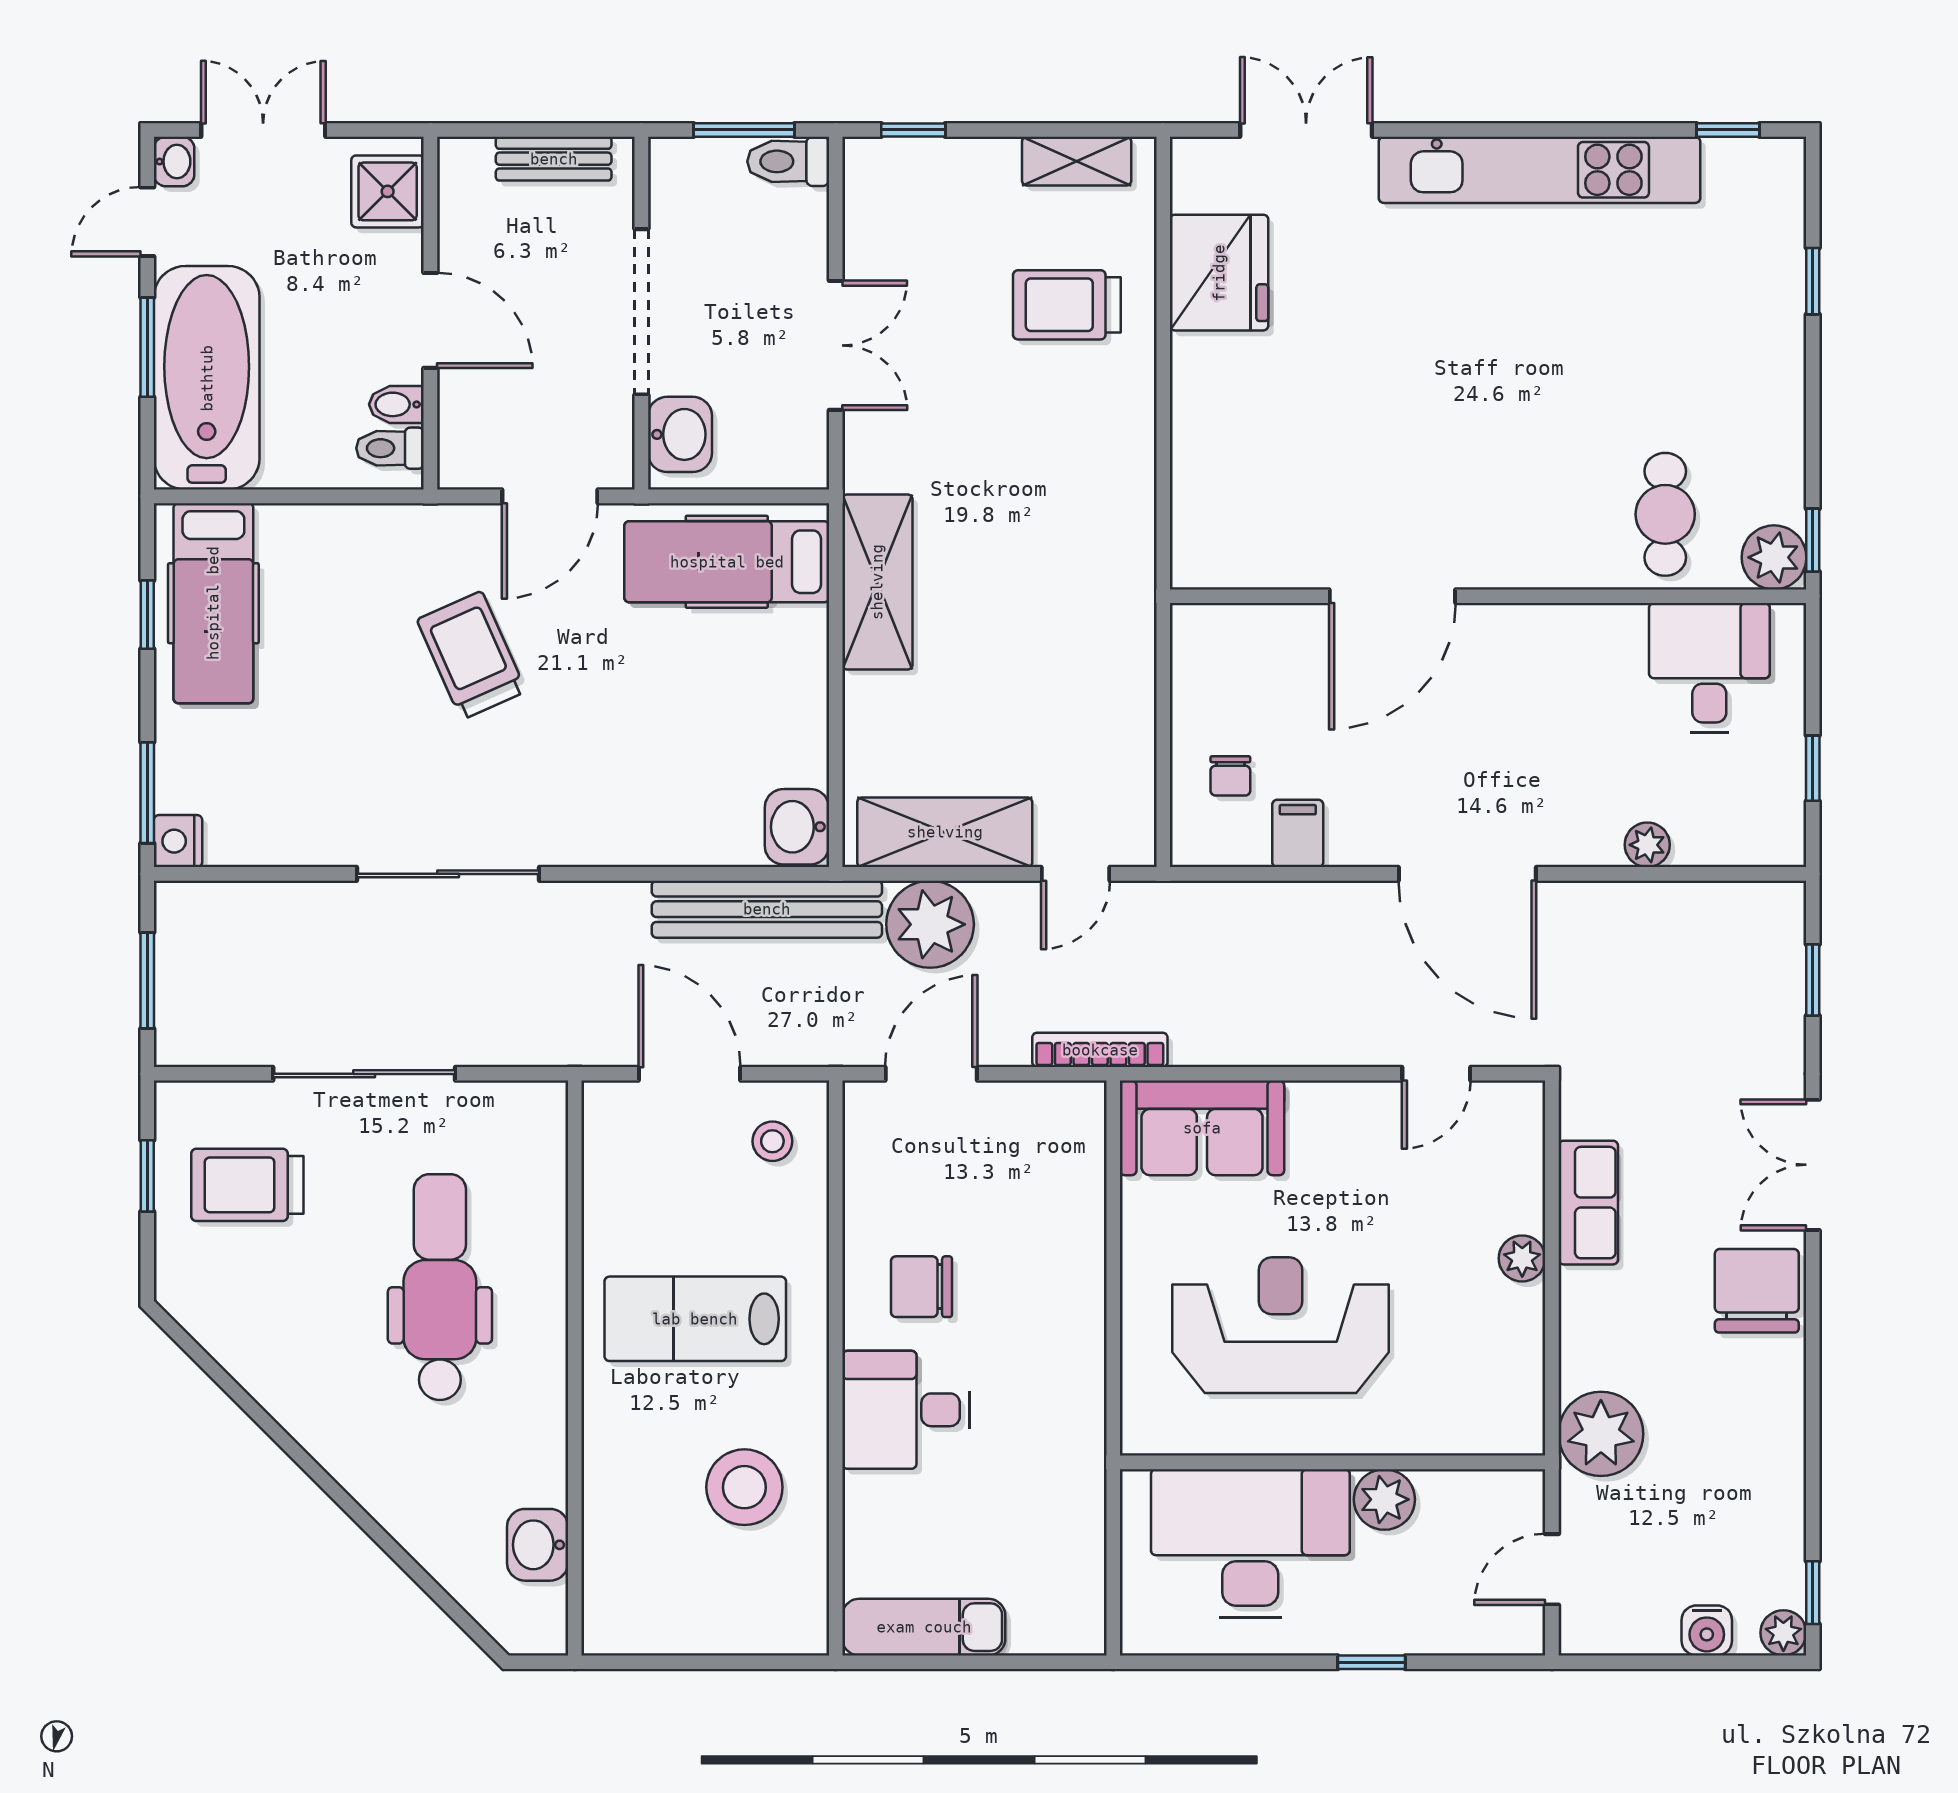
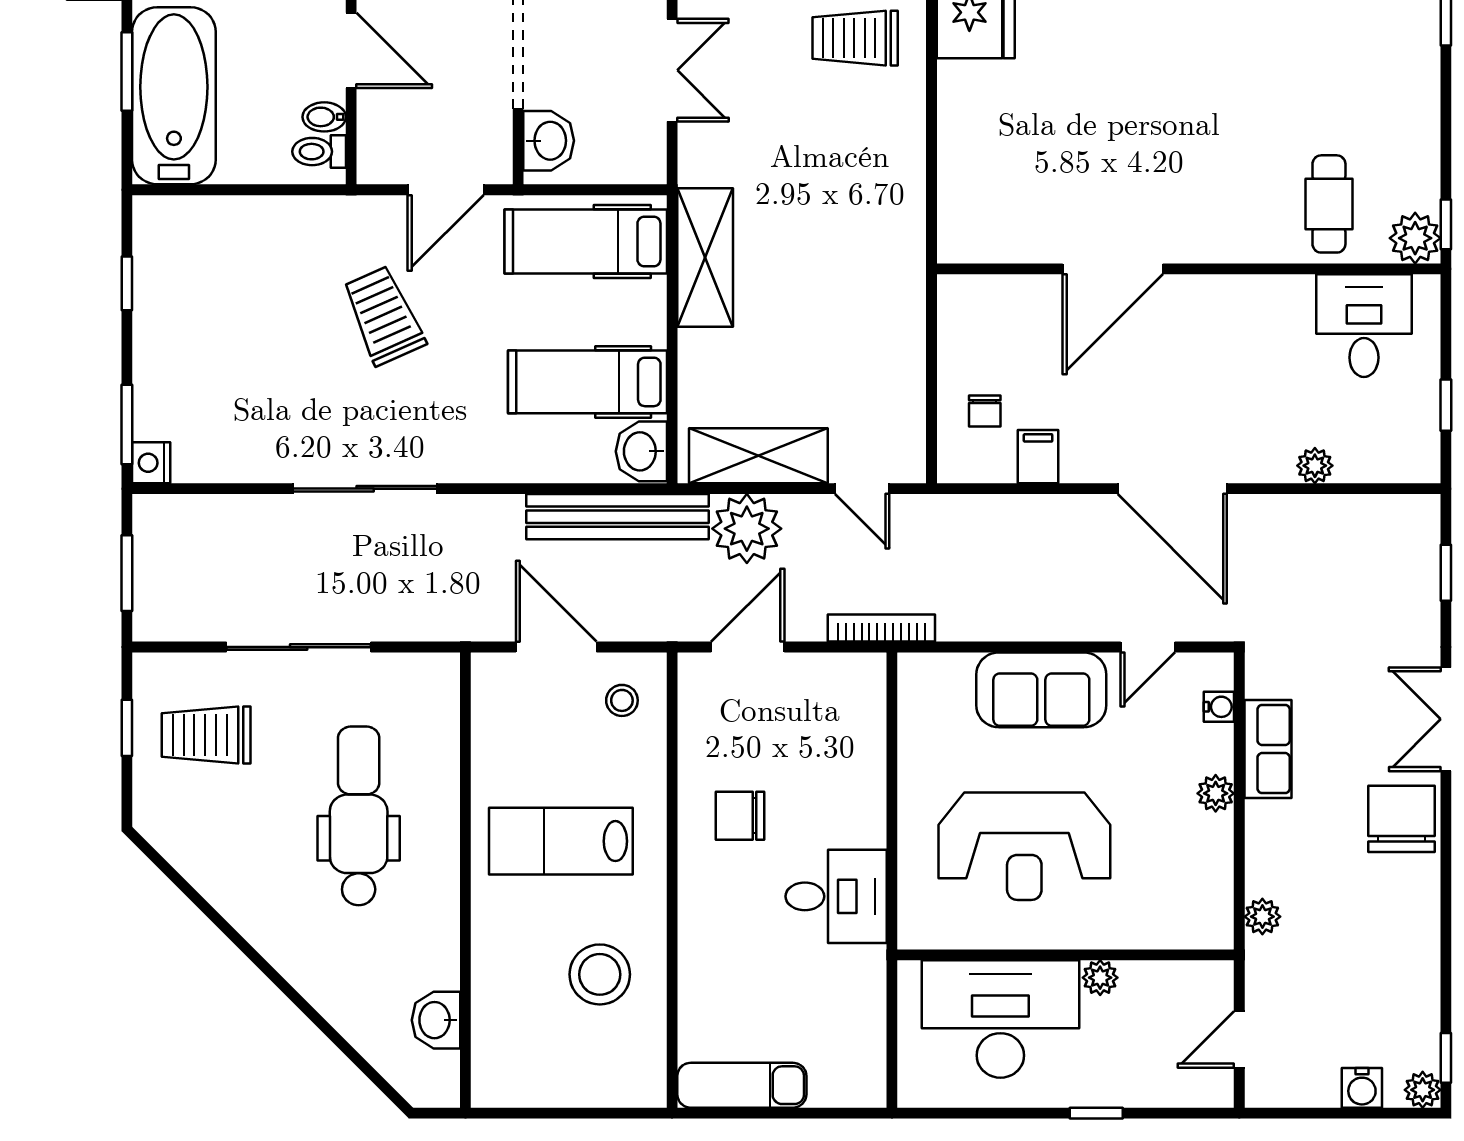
hospital bed: (213, 603) -> (587, 382), moved, turned 90
door: (1076, 874) -> (862, 489), hinge flipped
sofa: (1202, 1128) -> (1041, 690), moved
water cooler: (1526, 1149) -> (1219, 707), added
reception desk: (1281, 1325) -> (1024, 846), turned 180
desk: (906, 1410) -> (836, 896), moved, turned 180
plant: (1601, 1434) -> (1262, 917), width x0.53, depth x0.53
plant: (1384, 1499) -> (1100, 978), width x0.73, depth x0.73

